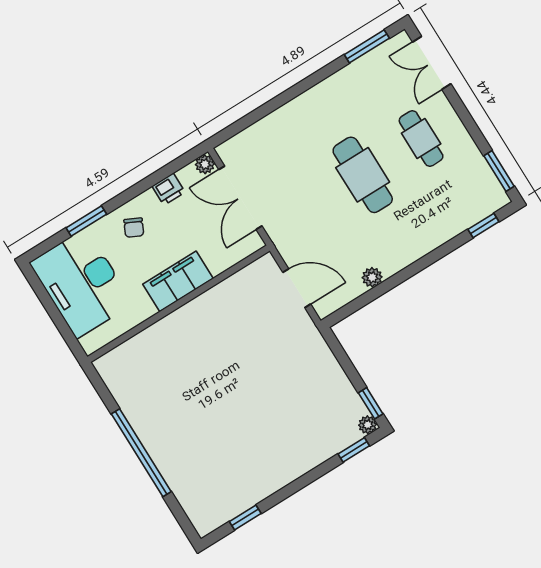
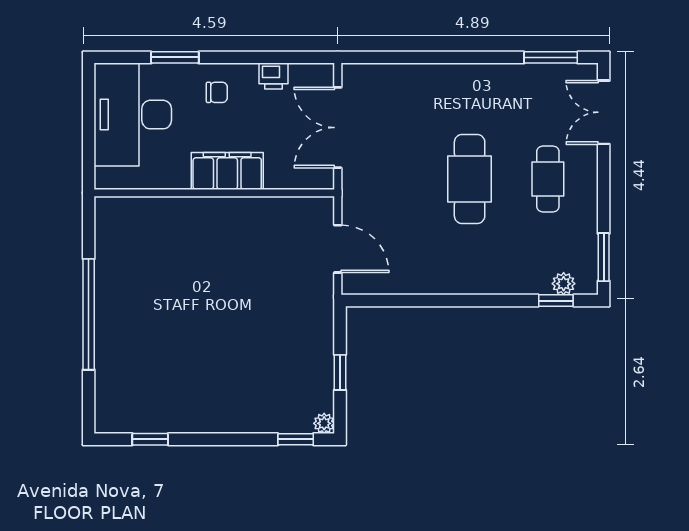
plant: (205, 164) -> (324, 74), removed
chair: (134, 228) -> (217, 92), turned -116
plant: (372, 277) -> (564, 284), moved
window: (371, 403) -> (340, 372), moved

